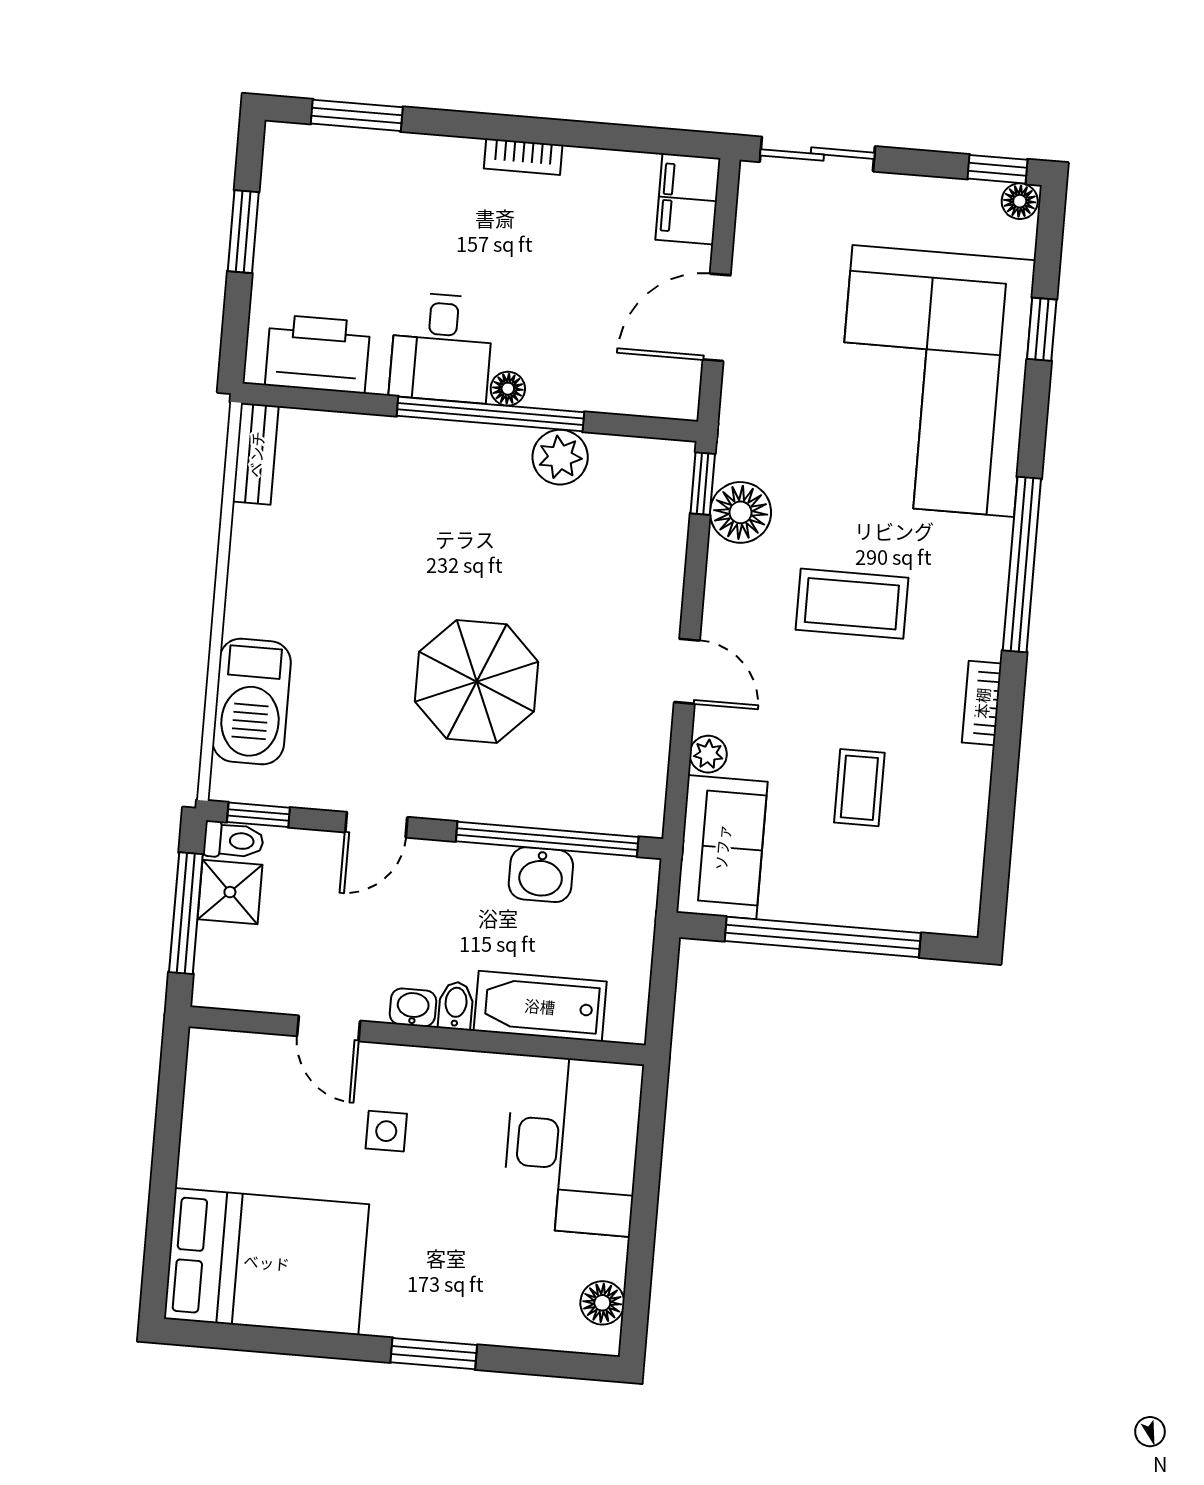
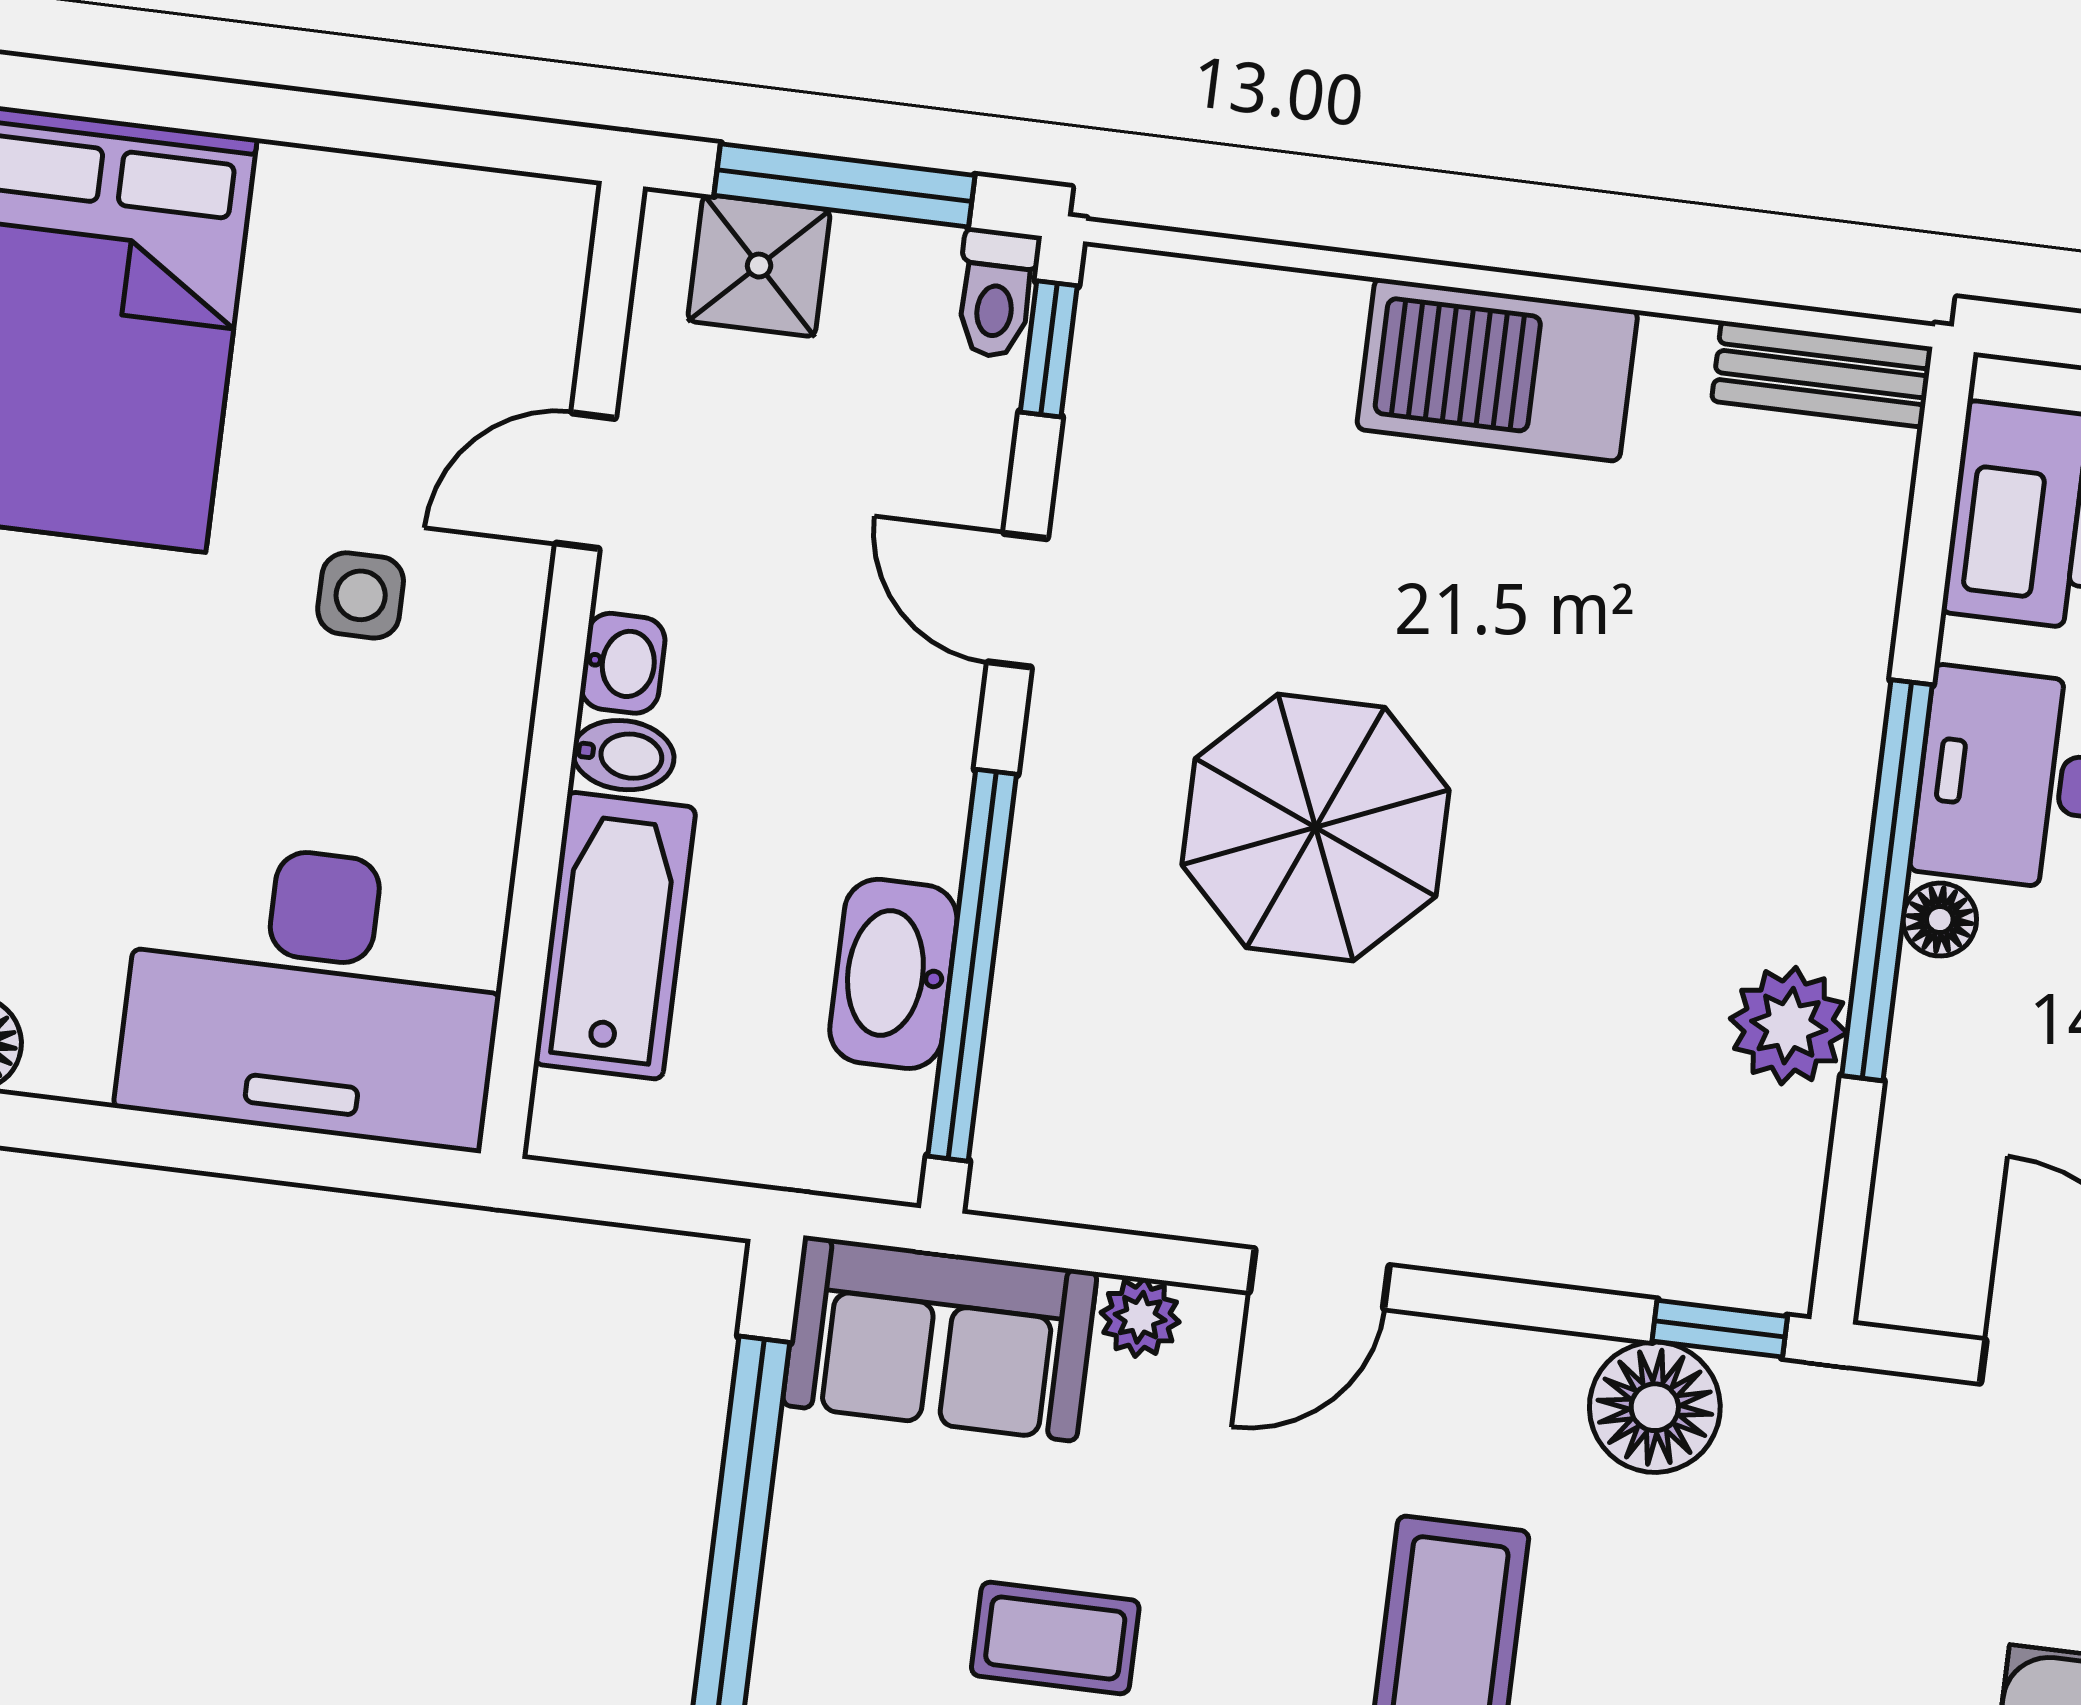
barbecue: (252, 702) -> (1497, 370), moved
washbasin: (541, 875) -> (893, 974), width x1.38
shower: (230, 892) -> (759, 266), moved

